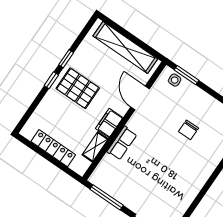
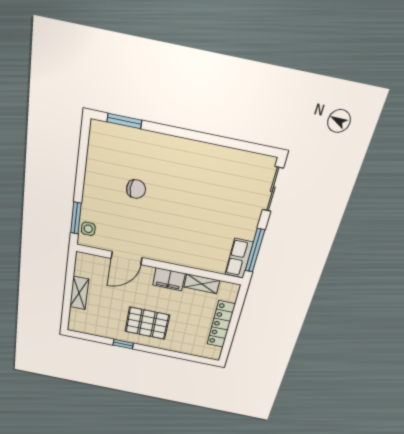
shelving: (125, 47) -> (79, 293), width x0.45, depth x0.75
window: (51, 80) -> (151, 350), removed
pallet: (78, 88) -> (147, 323), turned 90
row of seats: (122, 143) -> (239, 258), moved, turned -90

